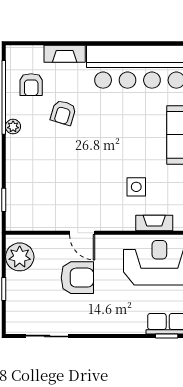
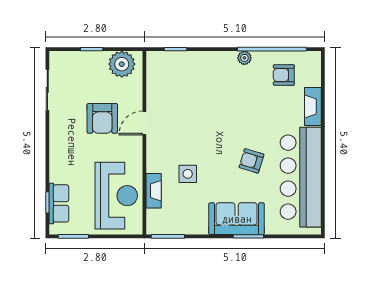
armchair: (63, 113) -> (251, 161), moved

